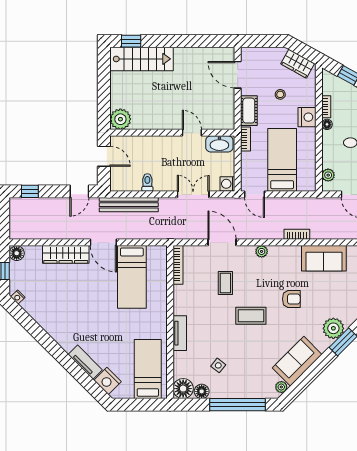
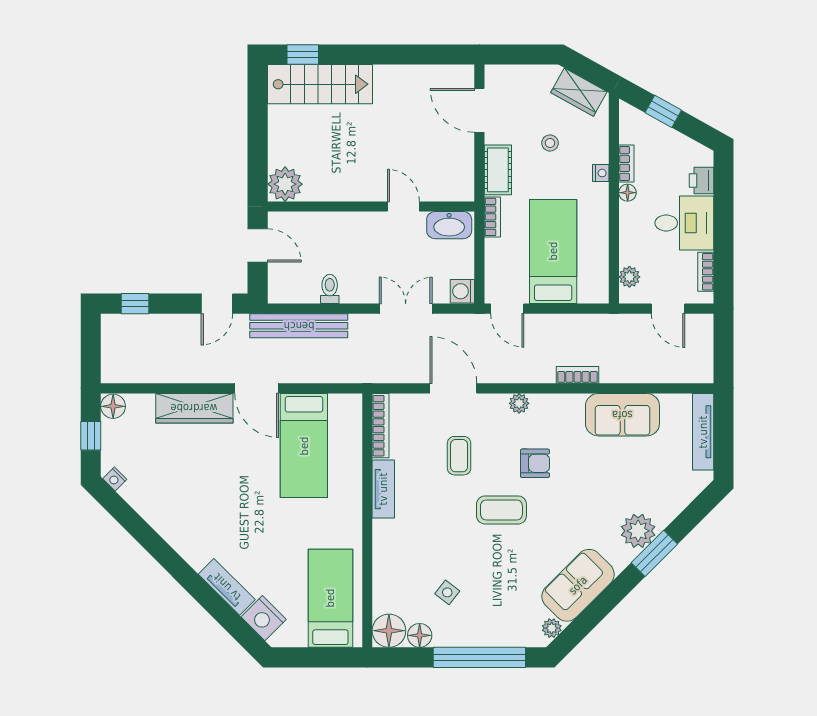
nightstand: (307, 117) -> (601, 173), width x0.53, depth x0.56
armchair: (291, 299) -> (535, 463), moved
tv unit: (180, 333) -> (383, 489), moved

